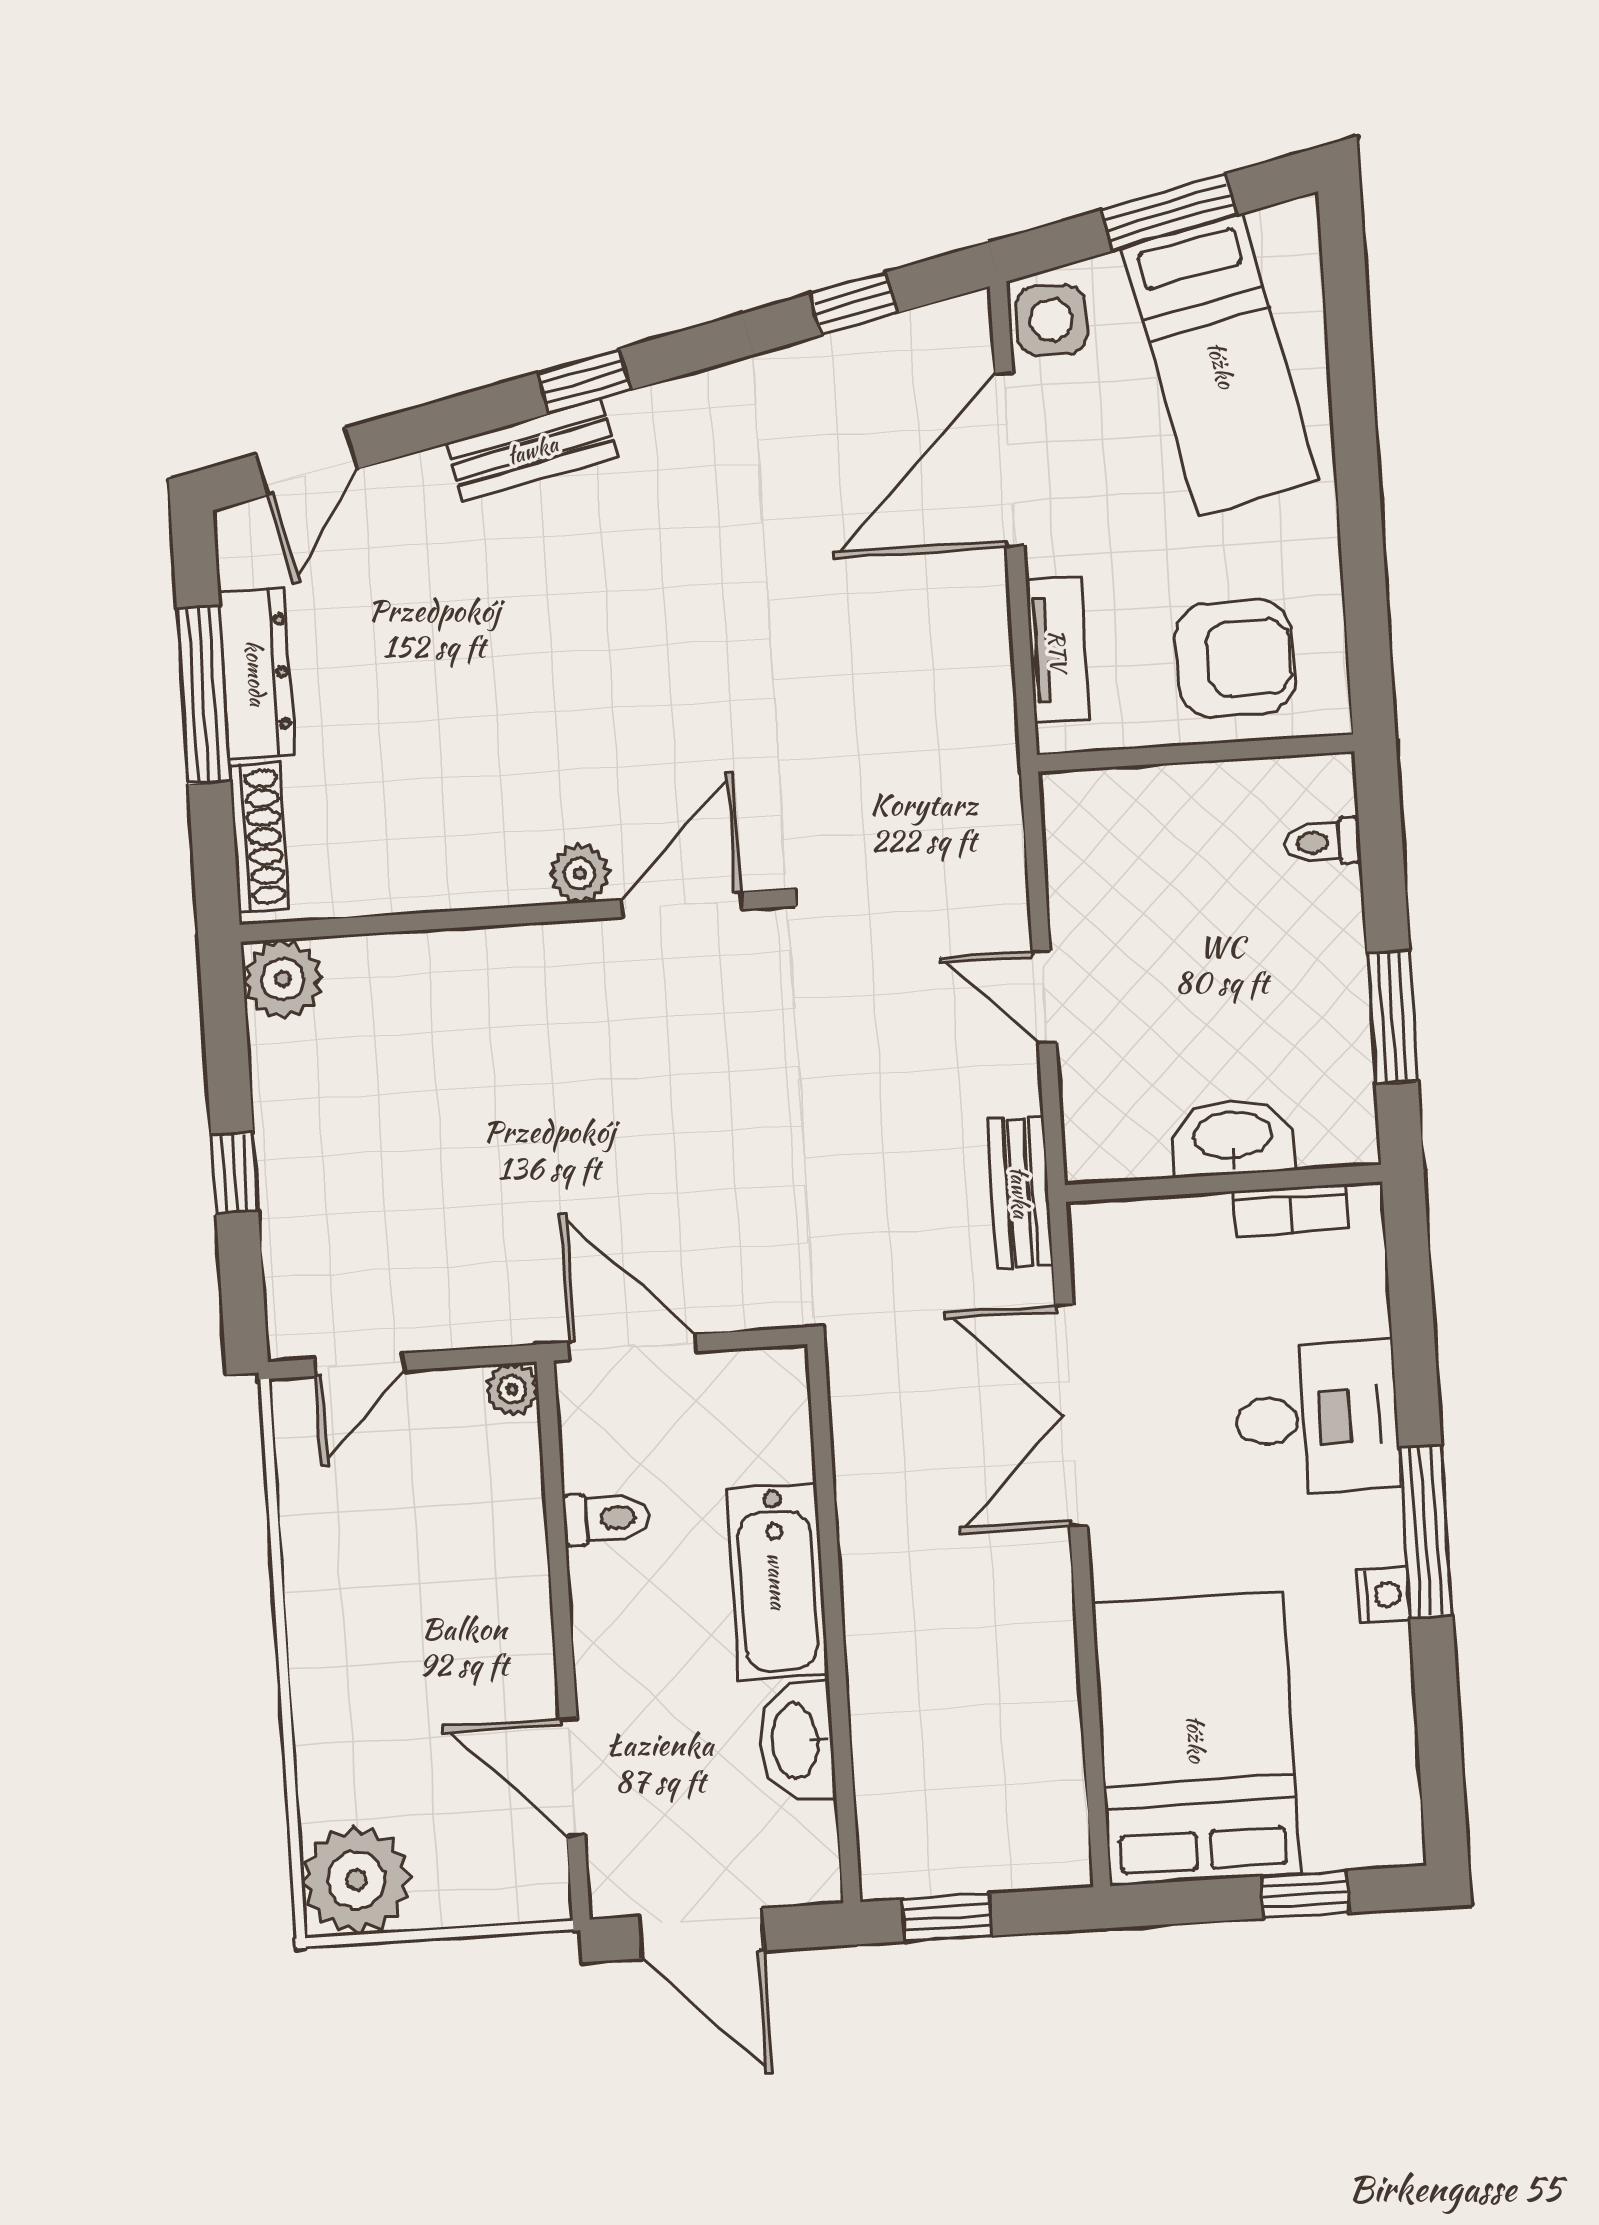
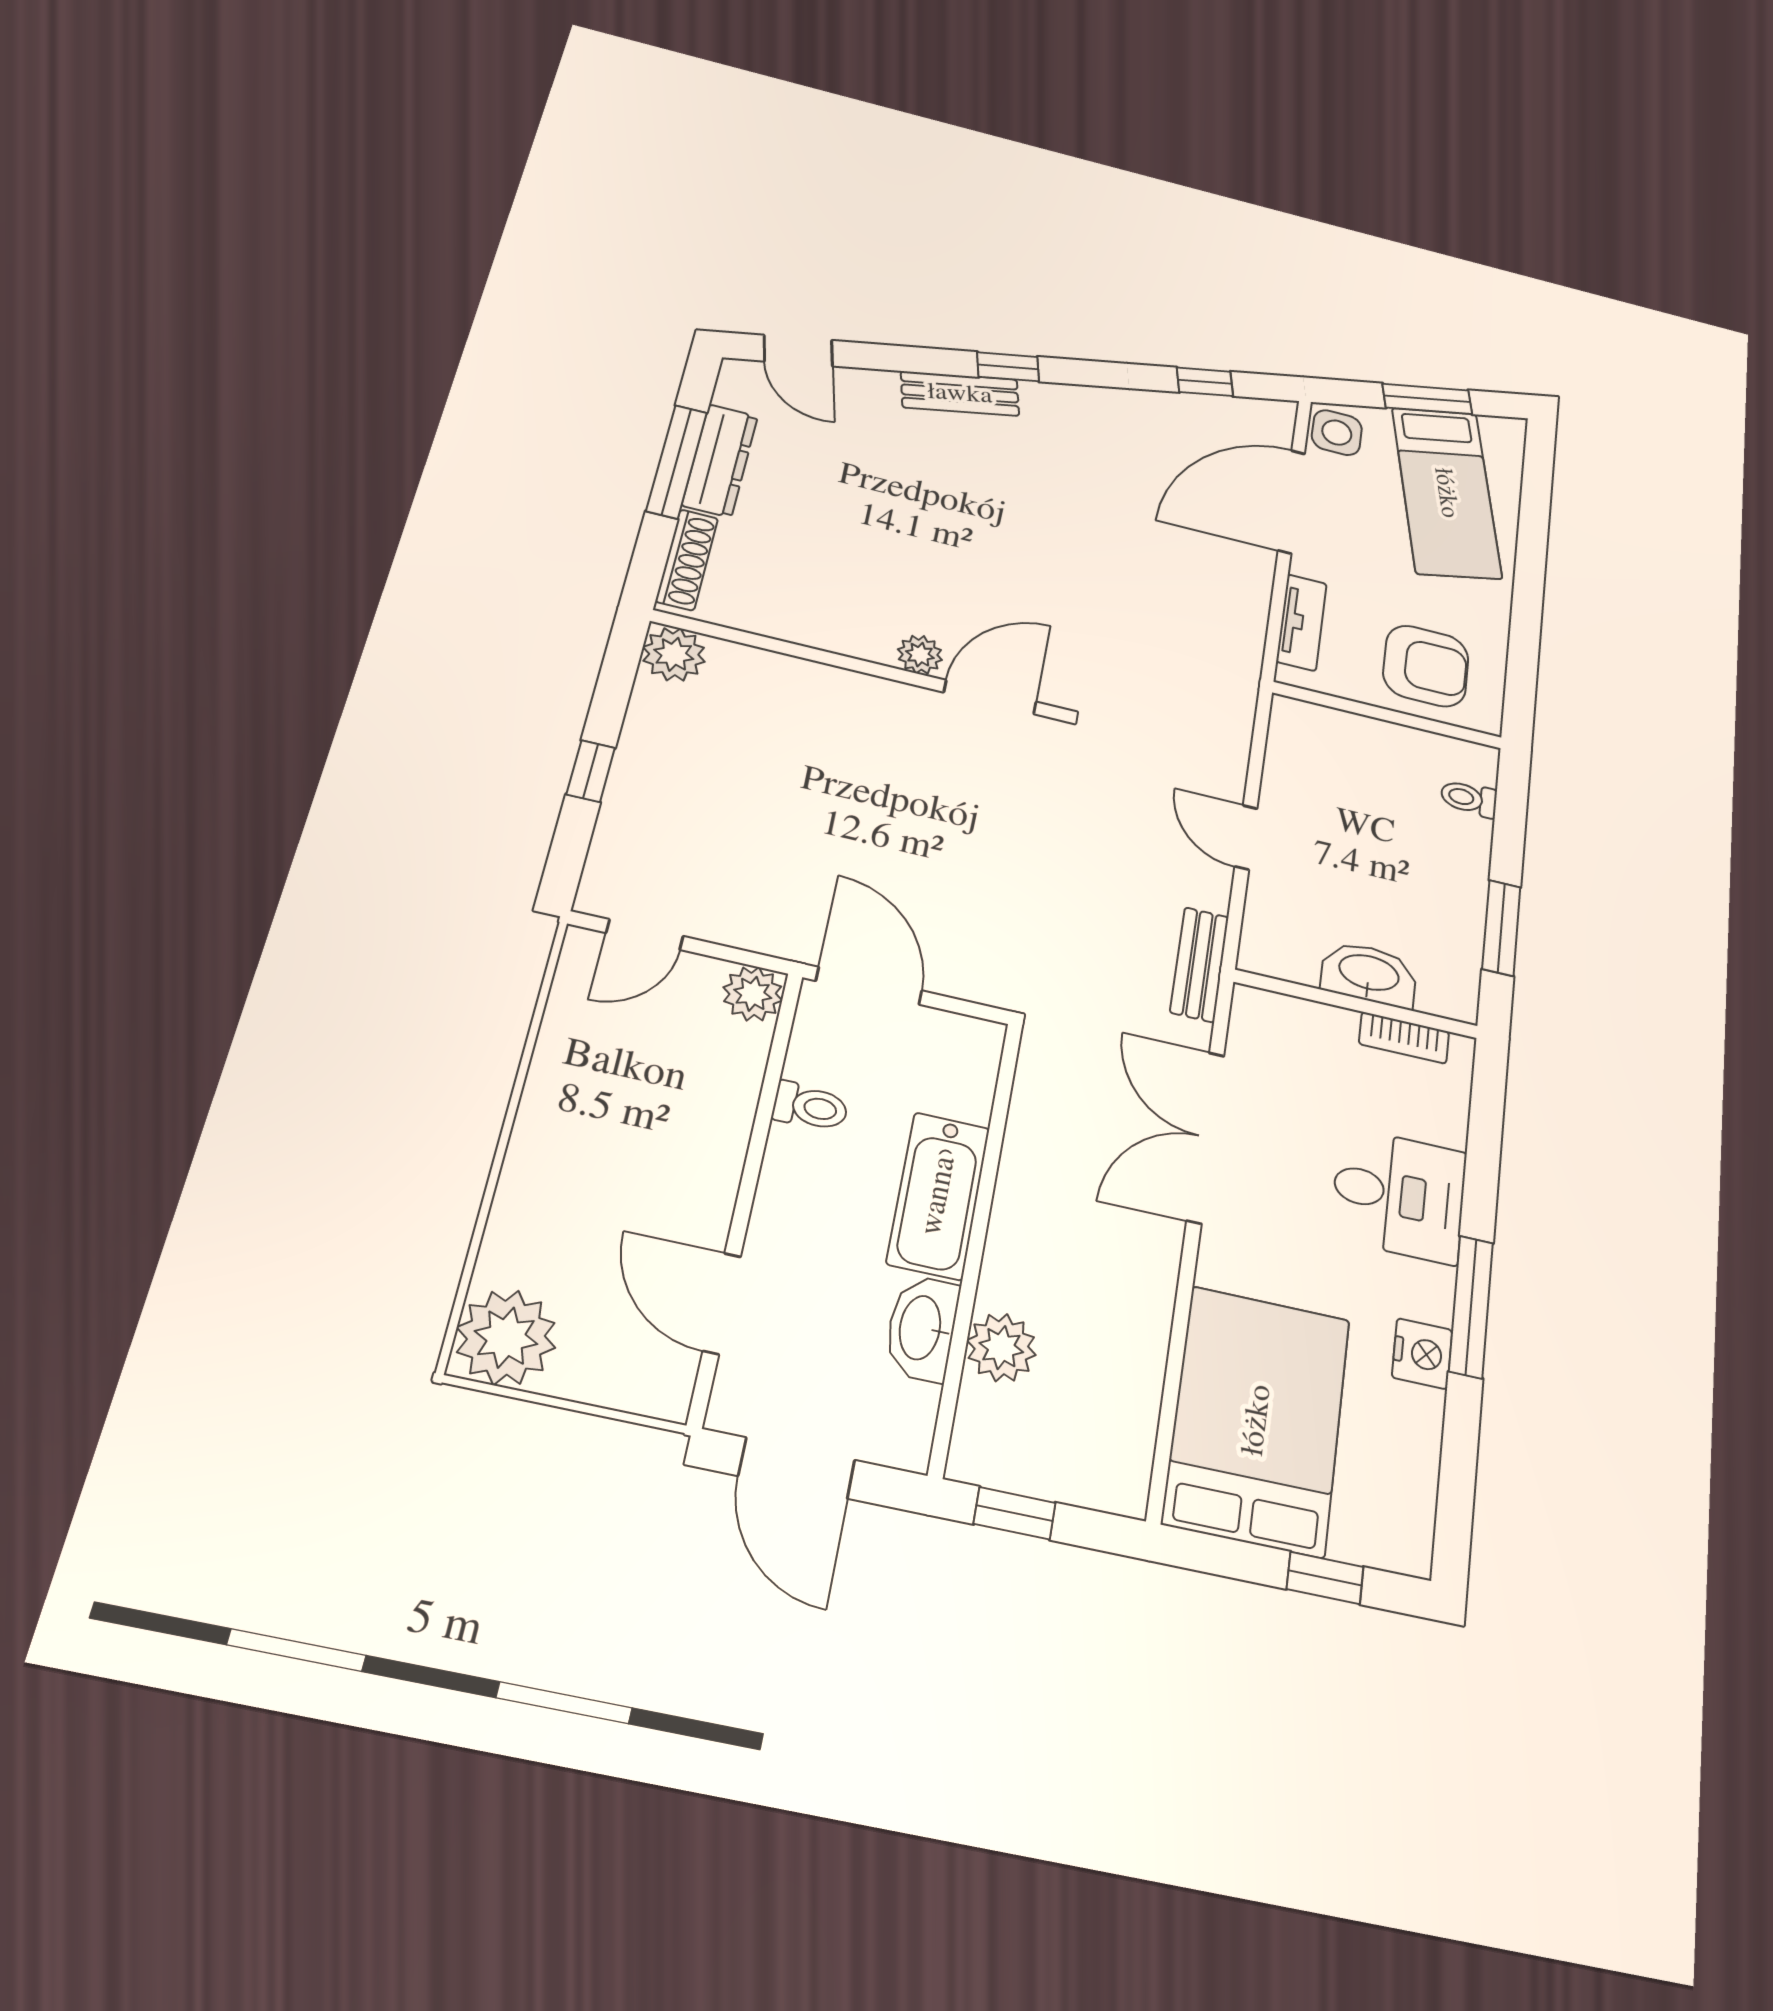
door: (306, 462) -> (798, 351), hinge flipped
plant: (512, 1389) -> (753, 994), width x1.38, depth x1.38
nightstand: (1384, 1595) -> (1422, 1354), width x1.39, depth x1.35
plant: (890, 1738) -> (1001, 1348), added

